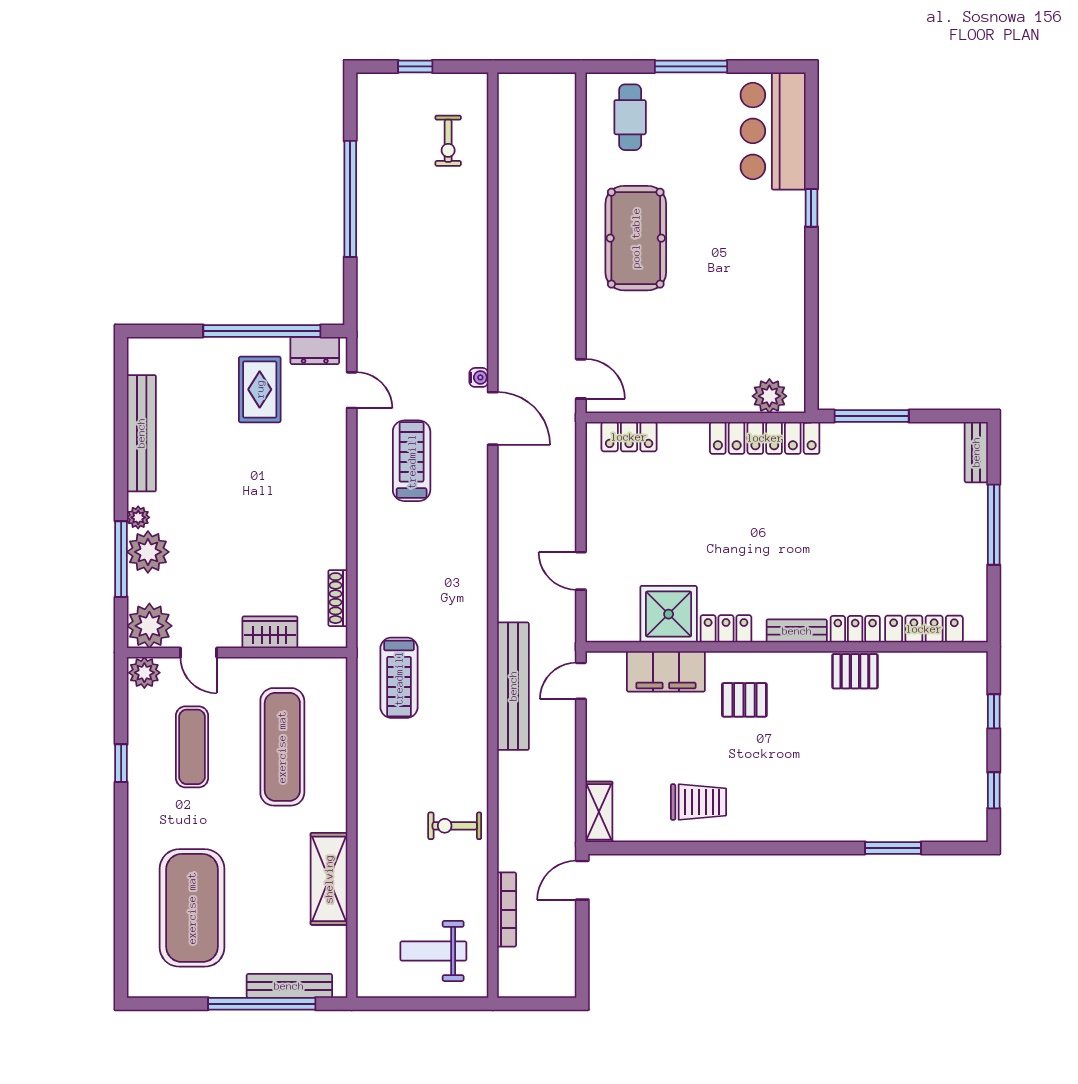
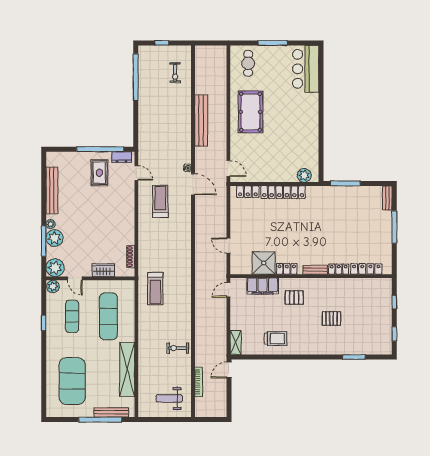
window: (350, 199) -> (136, 77), moved
window: (811, 208) -> (321, 100), removed
locker: (765, 438) -> (283, 192), moved
pallet: (855, 671) -> (332, 318), moved
bench: (513, 686) -> (201, 120), moved
shelving: (329, 879) -> (127, 369), width x1.47

